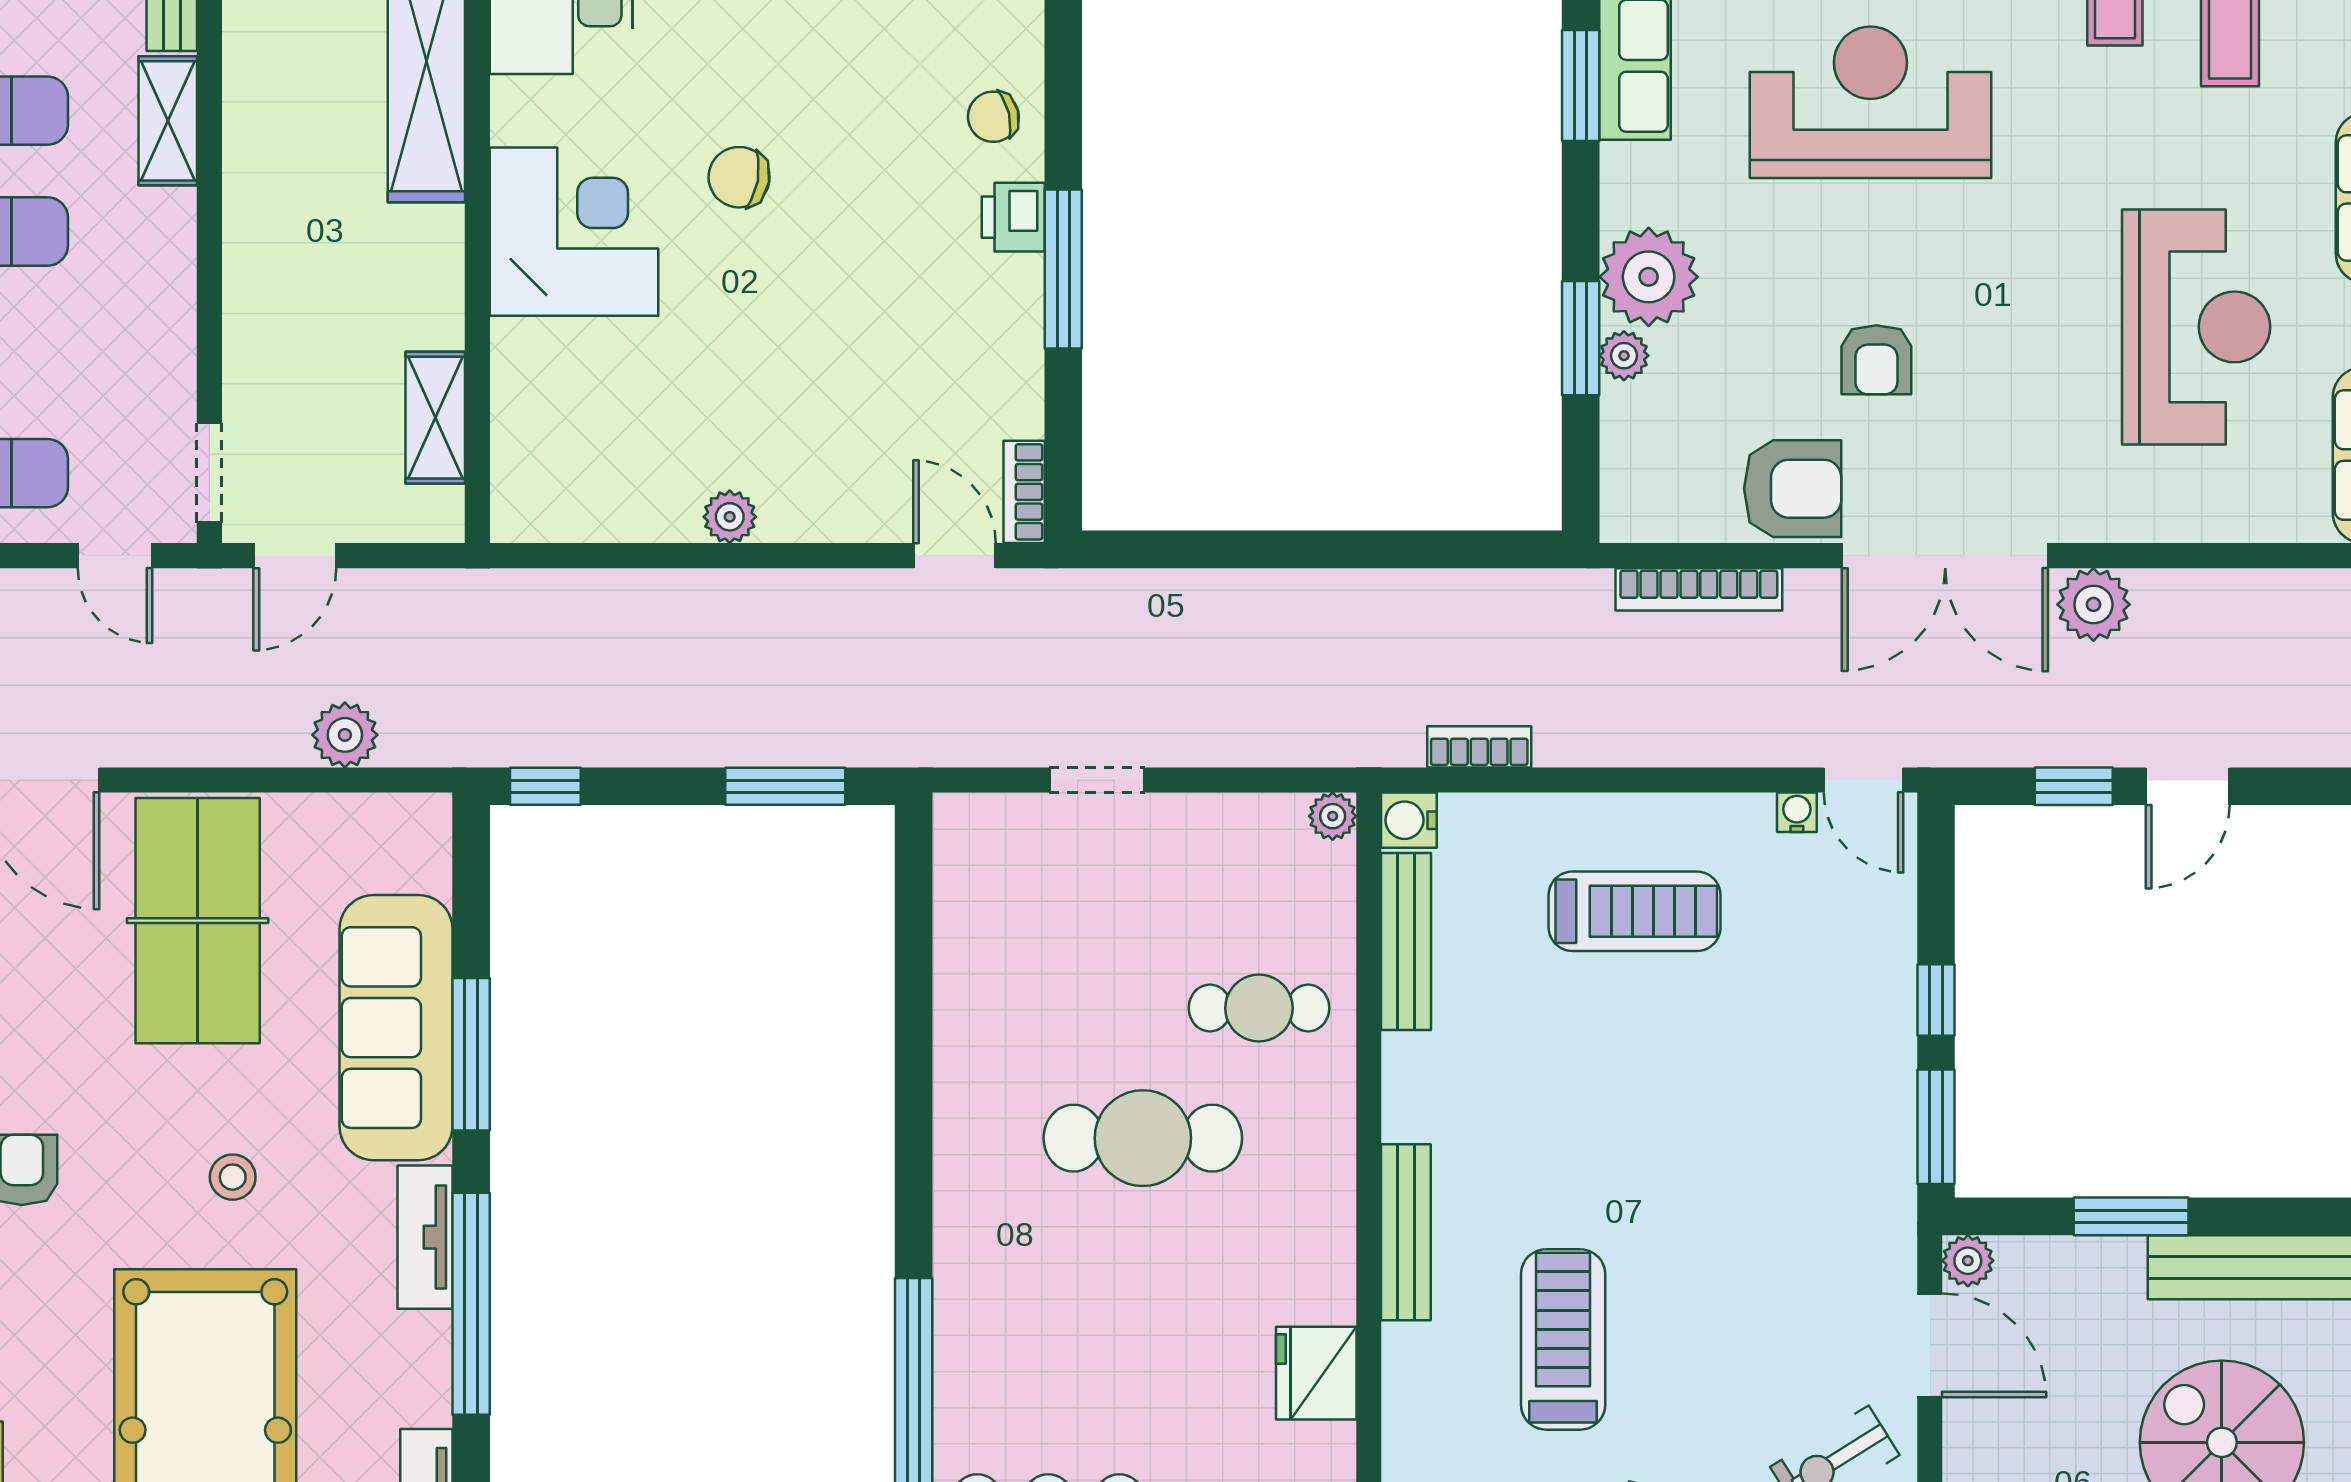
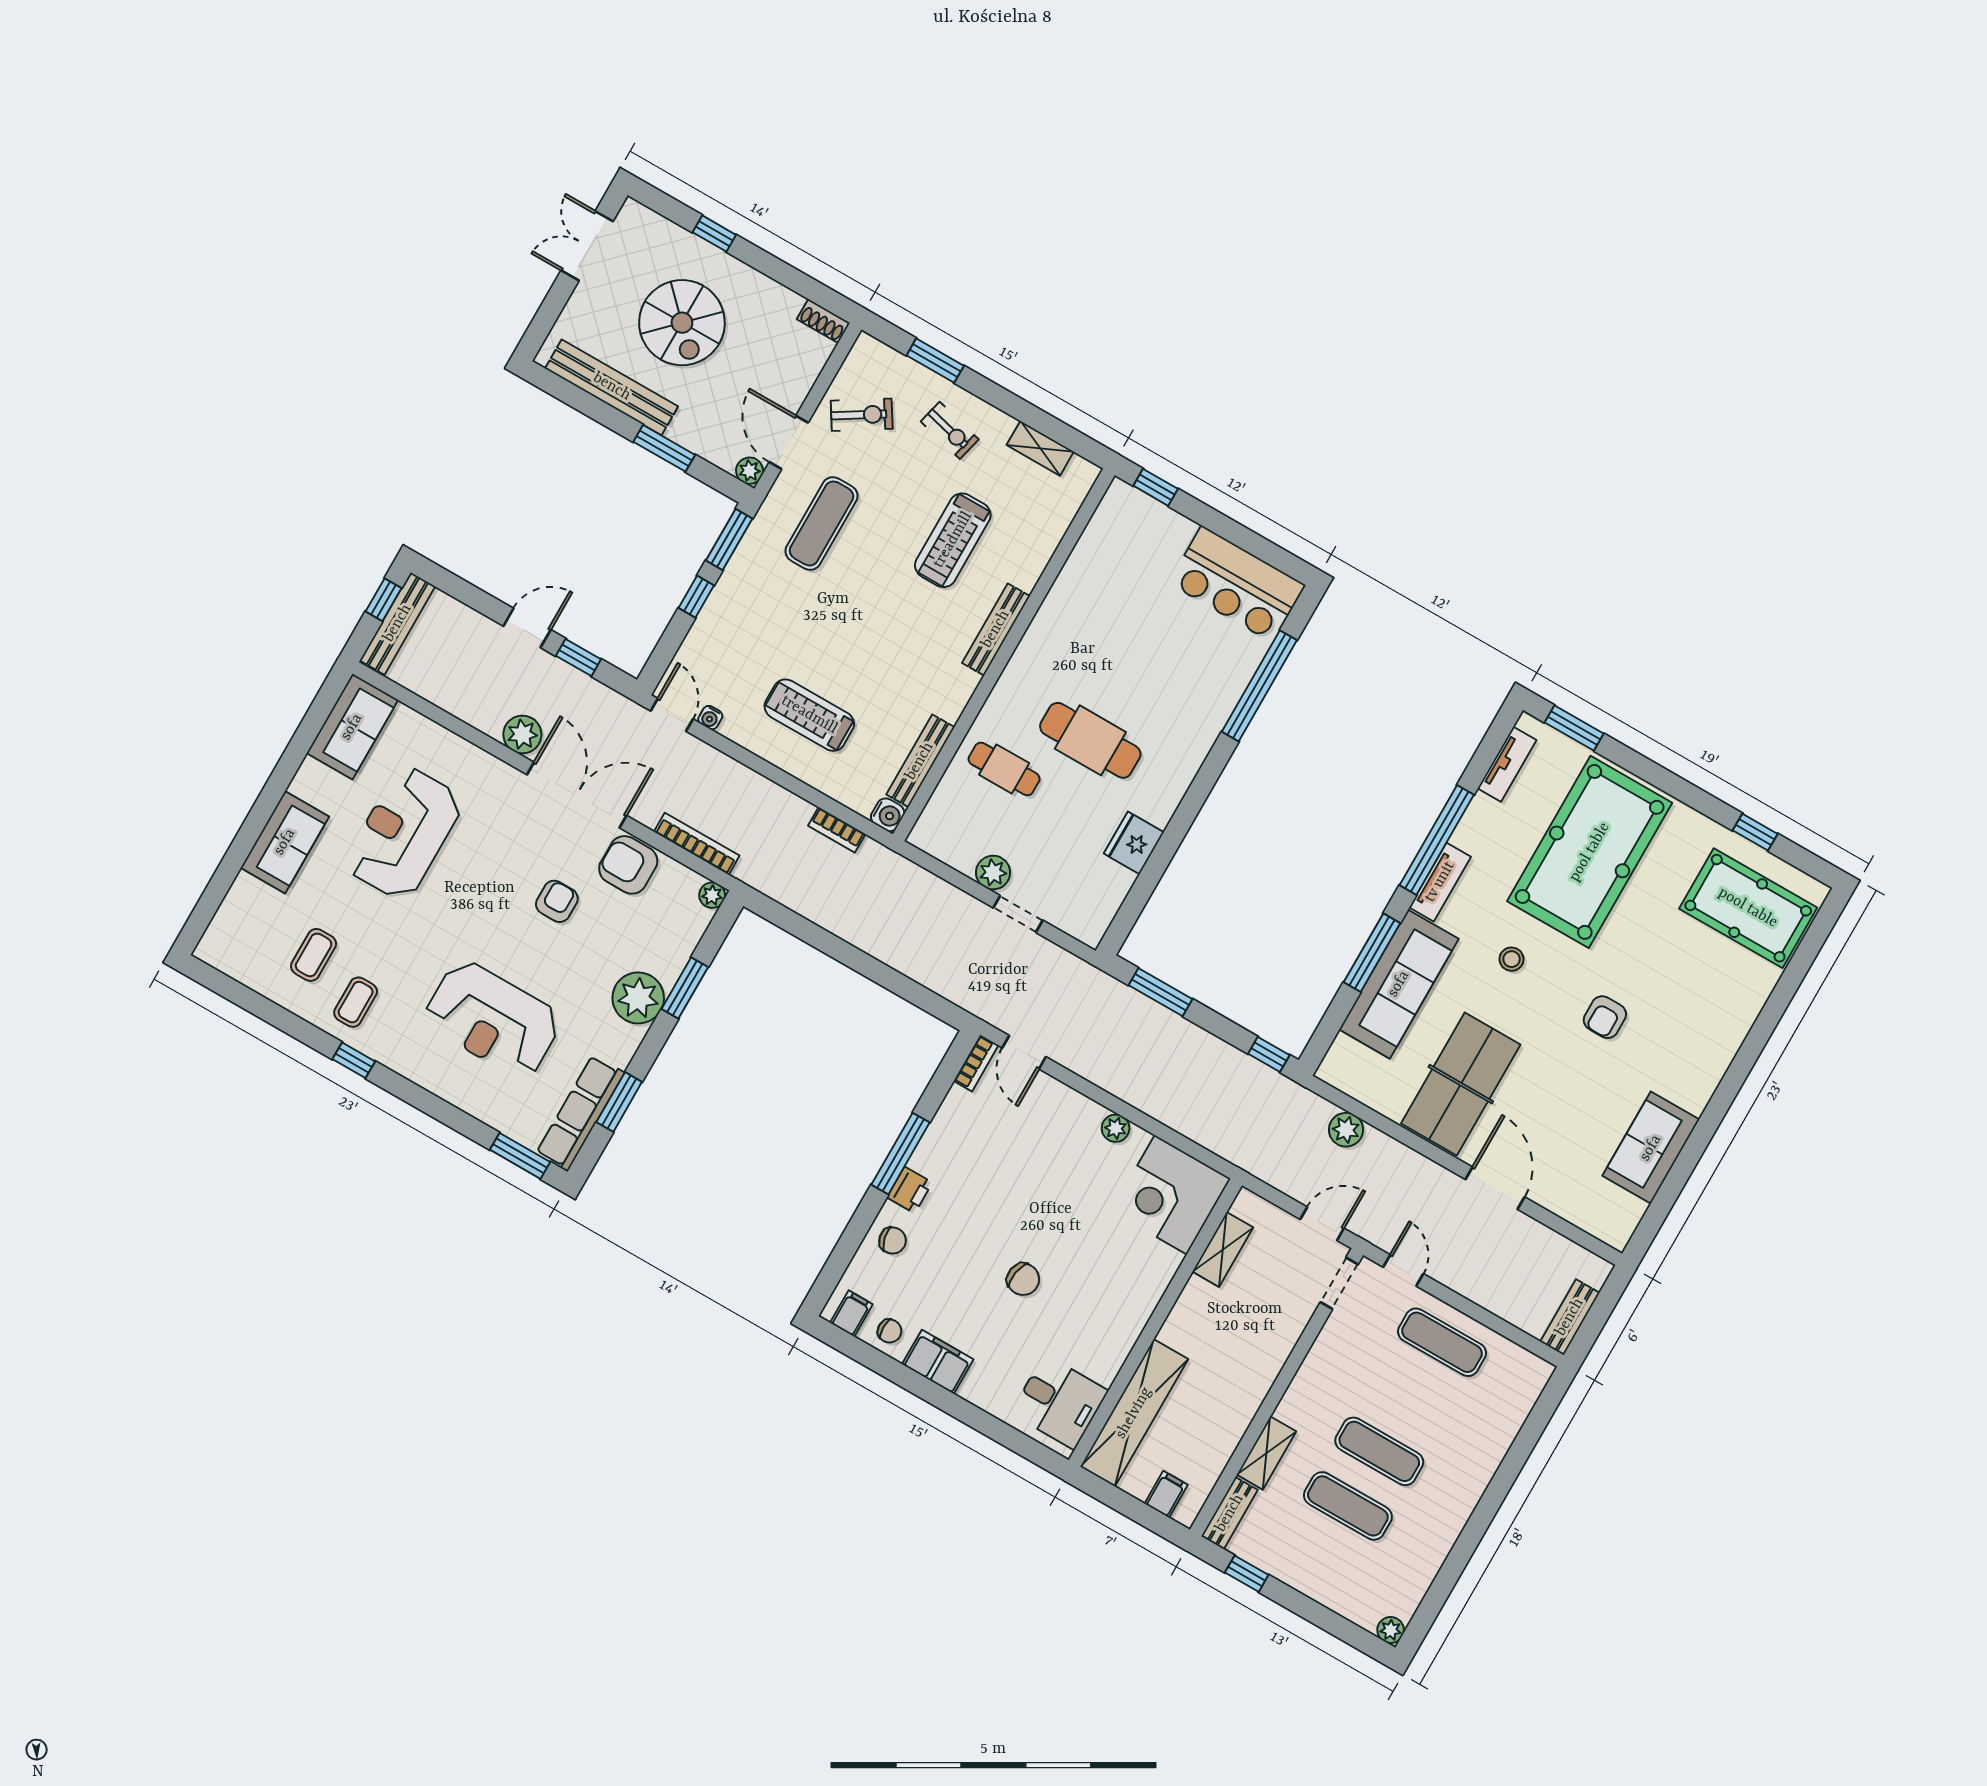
corner desk: (574, 232) -> (1171, 1195), moved
plant: (1624, 356) -> (712, 895), moved
plant: (1333, 816) -> (993, 873), moved, width x1.38, depth x1.38
exercise mat: (1798, 1242) -> (821, 523), added
fridge: (1316, 1373) -> (1134, 843), moved, turned 180

